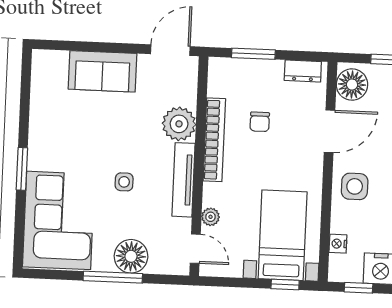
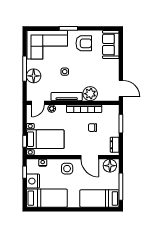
sofa: (103, 71) -> (111, 45), moved
armchair: (59, 134) -> (84, 43), added

